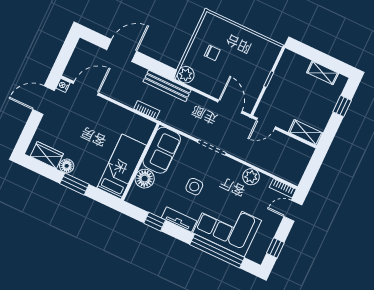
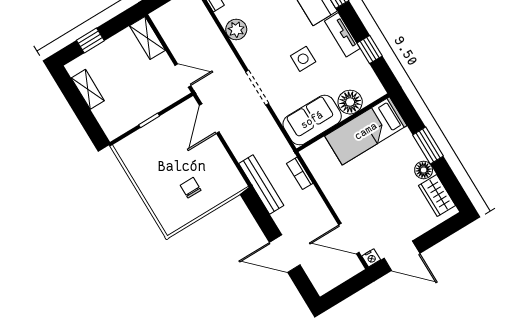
plant: (186, 75) -> (234, 183), removed

